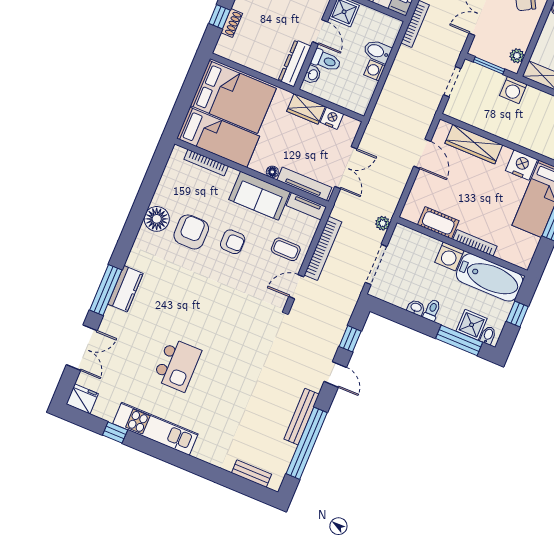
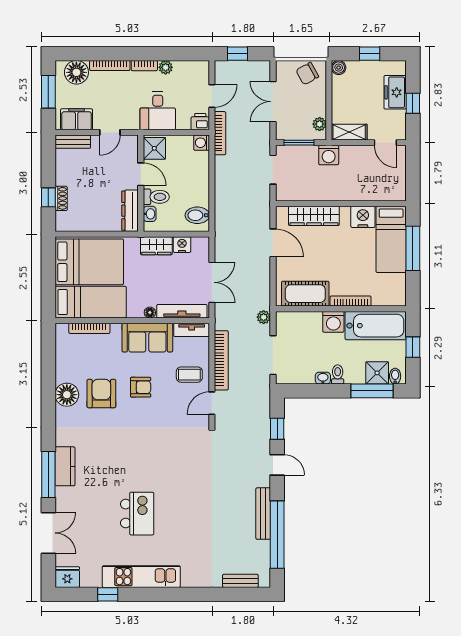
bidet: (377, 51) -> (197, 215), moved
washing machine: (374, 70) -> (202, 143), moved
cot: (438, 223) -> (305, 294), width x1.37, depth x1.34

